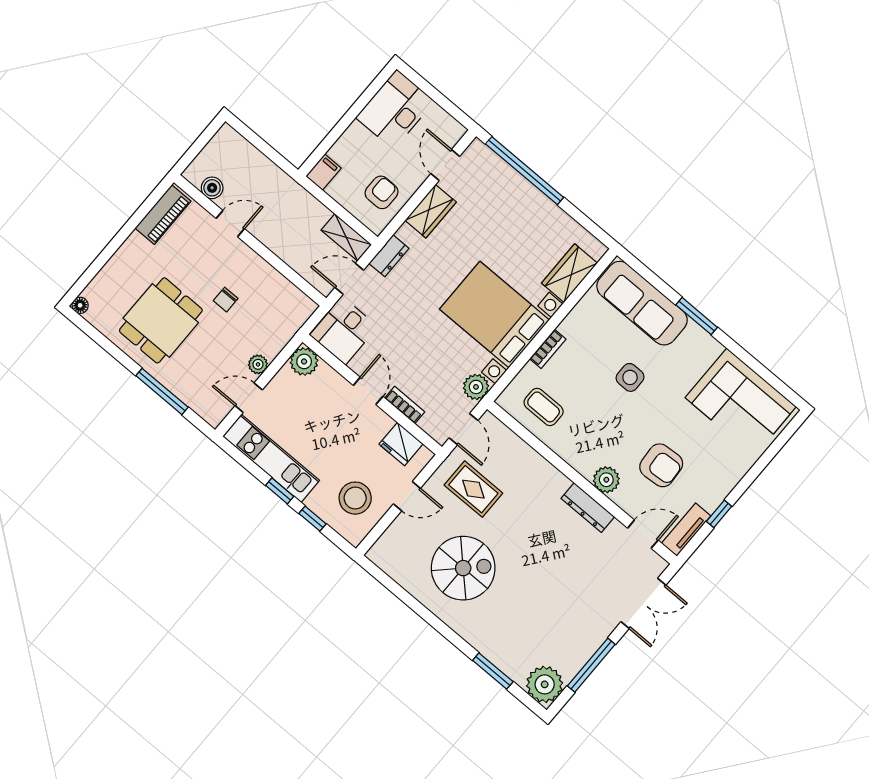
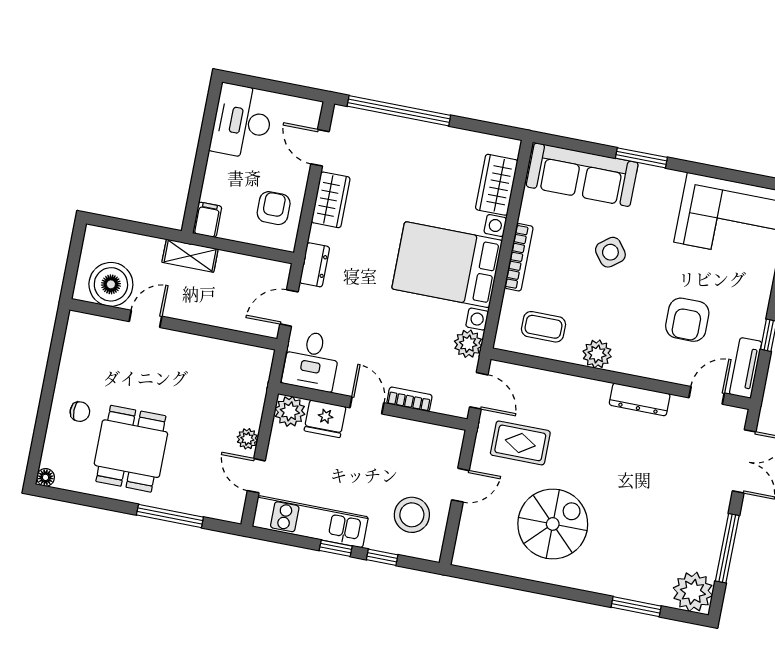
boiler: (212, 188) -> (111, 284), width x1.86, depth x1.86
piano: (163, 215) -> (76, 346), removed
shelving: (346, 237) -> (190, 256), moved
chair: (226, 300) -> (80, 412), moved, turned -90
bookcase: (548, 349) -> (519, 257), width x1.56
side table: (630, 377) -> (610, 252), turned -37
door: (249, 398) -> (256, 476), hinge flipped
fridge: (401, 444) -> (325, 419), moved
armchair: (661, 465) -> (687, 320), turned 94
plant: (606, 480) -> (597, 354), moved

